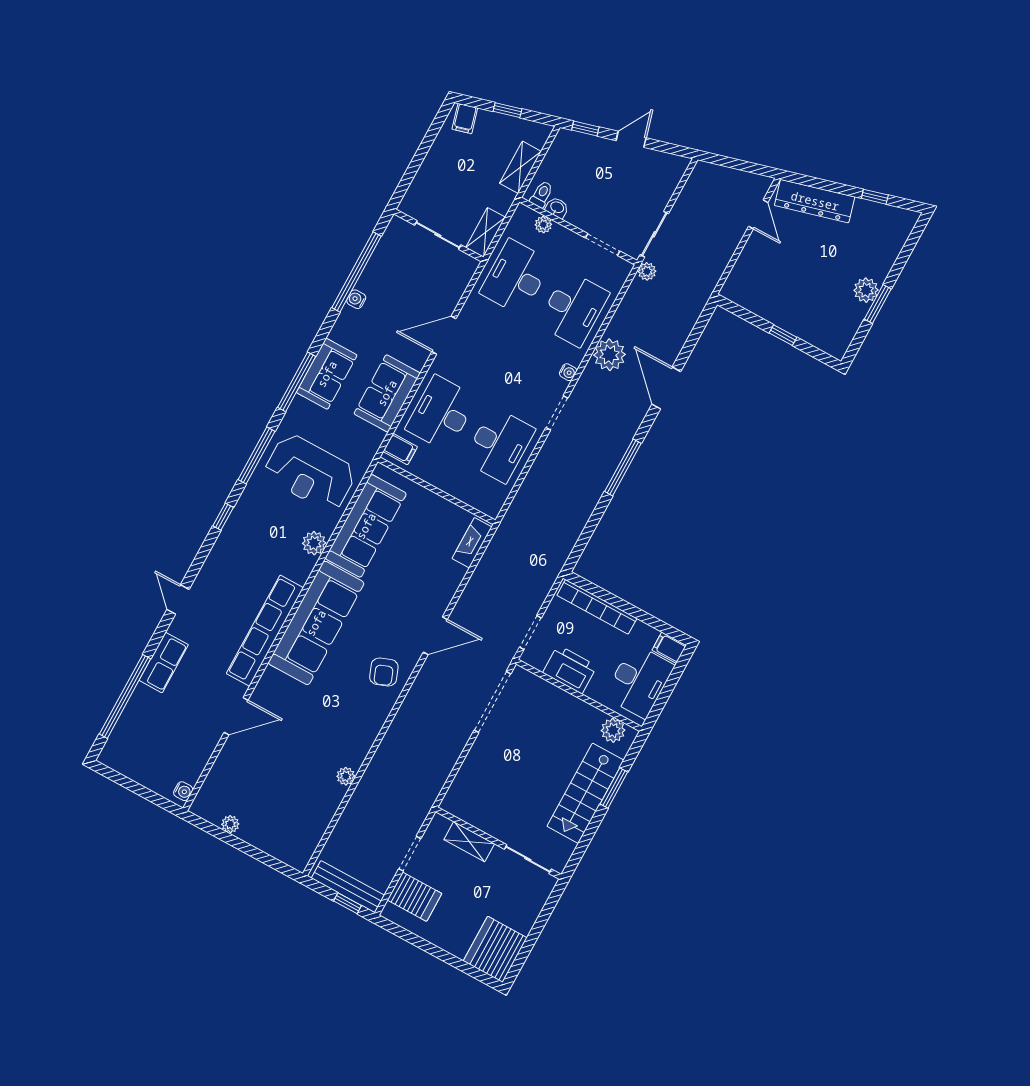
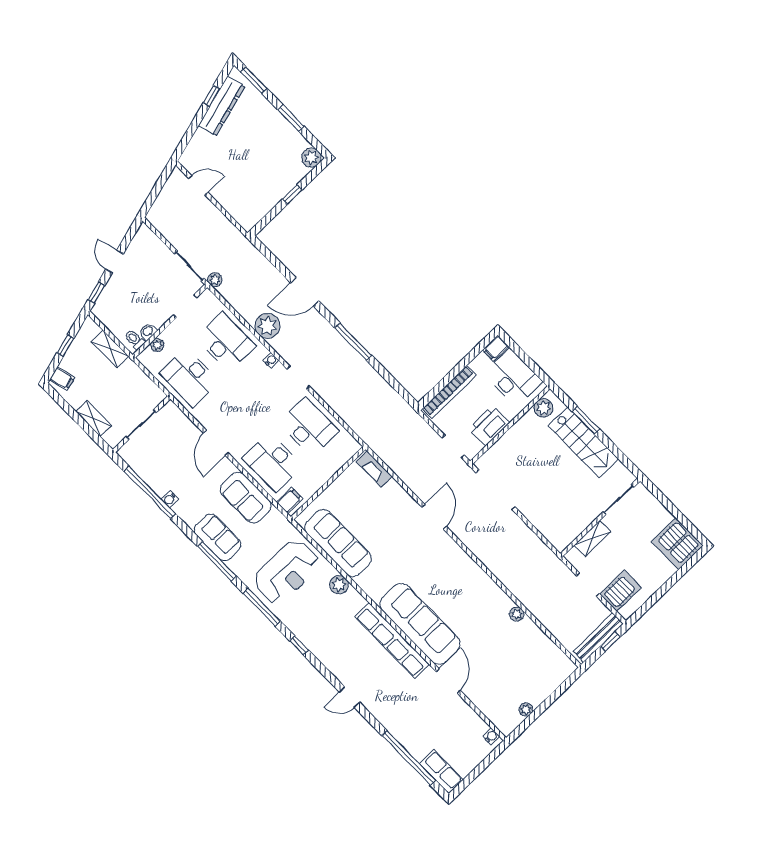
dresser: (815, 201) -> (222, 106), moved
shelving: (486, 232) -> (94, 419), moved
window: (911, 243) -> (254, 80), added
plant: (866, 290) -> (311, 158), moved
sofa: (316, 623) -> (420, 624), moved
row of seats: (164, 663) -> (441, 772), moved
armchair: (384, 672) -> (449, 563), removed

